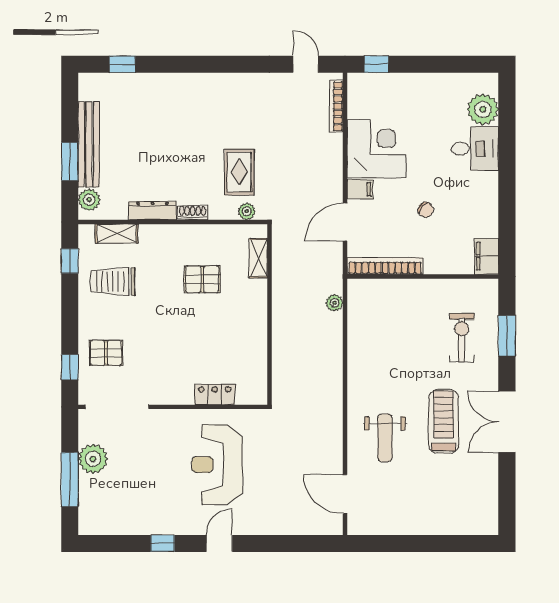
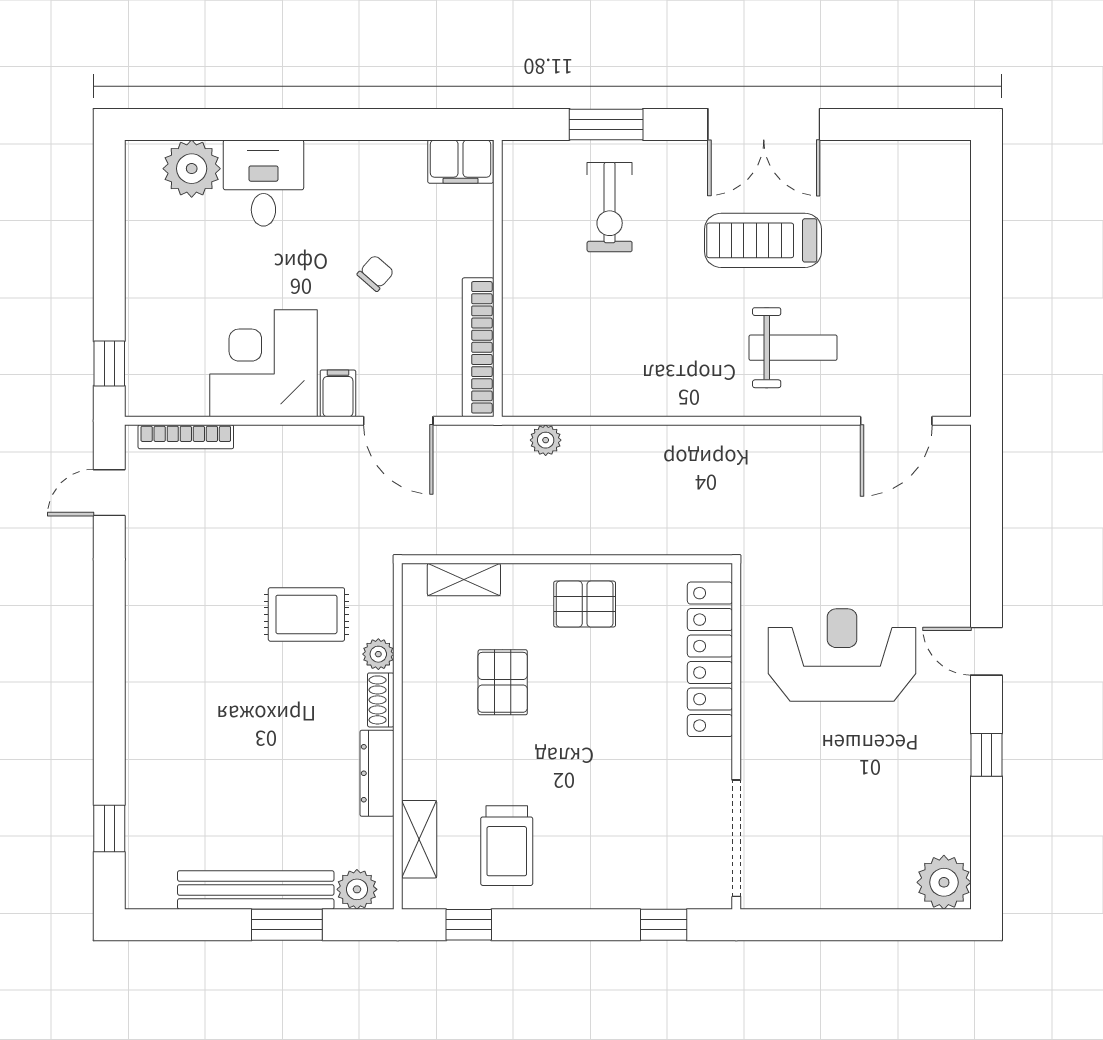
plant: (247, 211) -> (378, 654), moved
exercise bike: (462, 338) -> (610, 207), turned -90
pallet: (106, 353) -> (585, 604), moved, turned 90
locker: (215, 395) -> (710, 659), width x2.16, depth x1.21
plant: (93, 459) -> (944, 882), moved
reception desk: (217, 465) -> (842, 655), turned 180
window: (70, 479) -> (869, 925), removed

